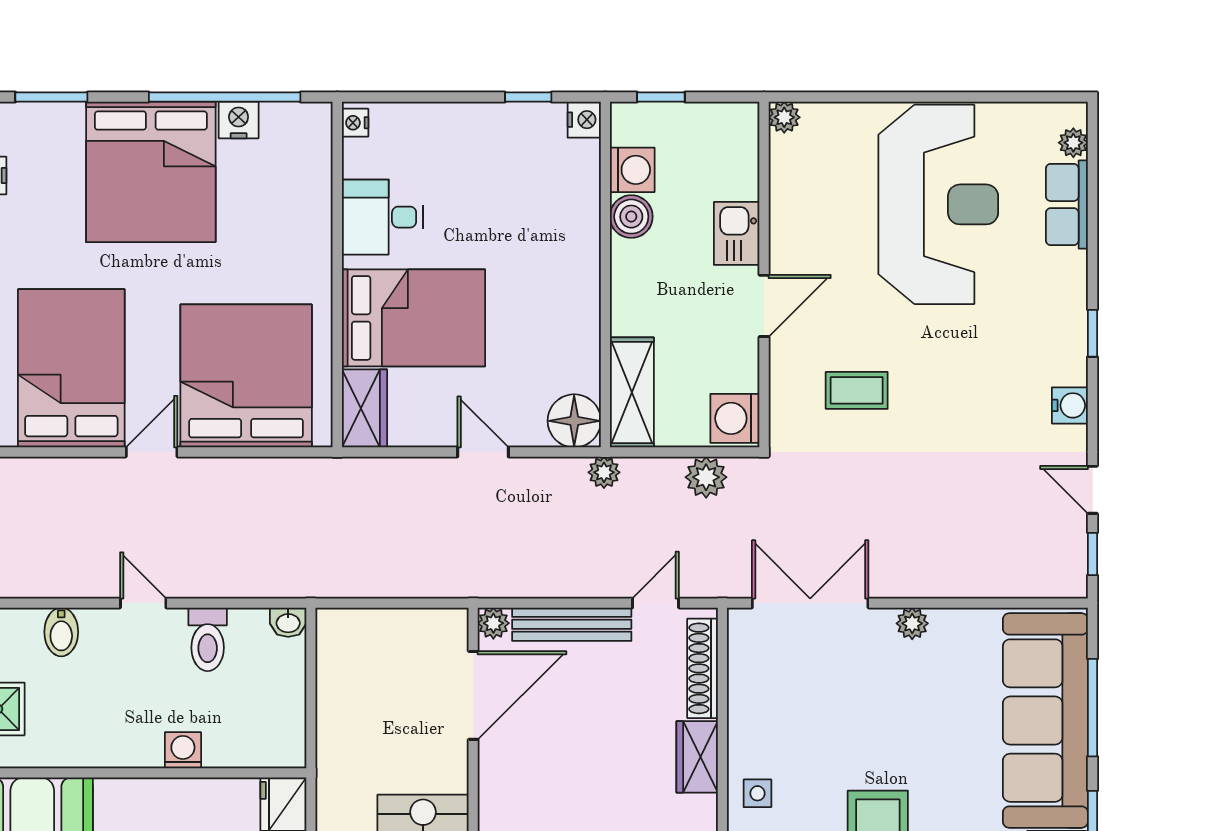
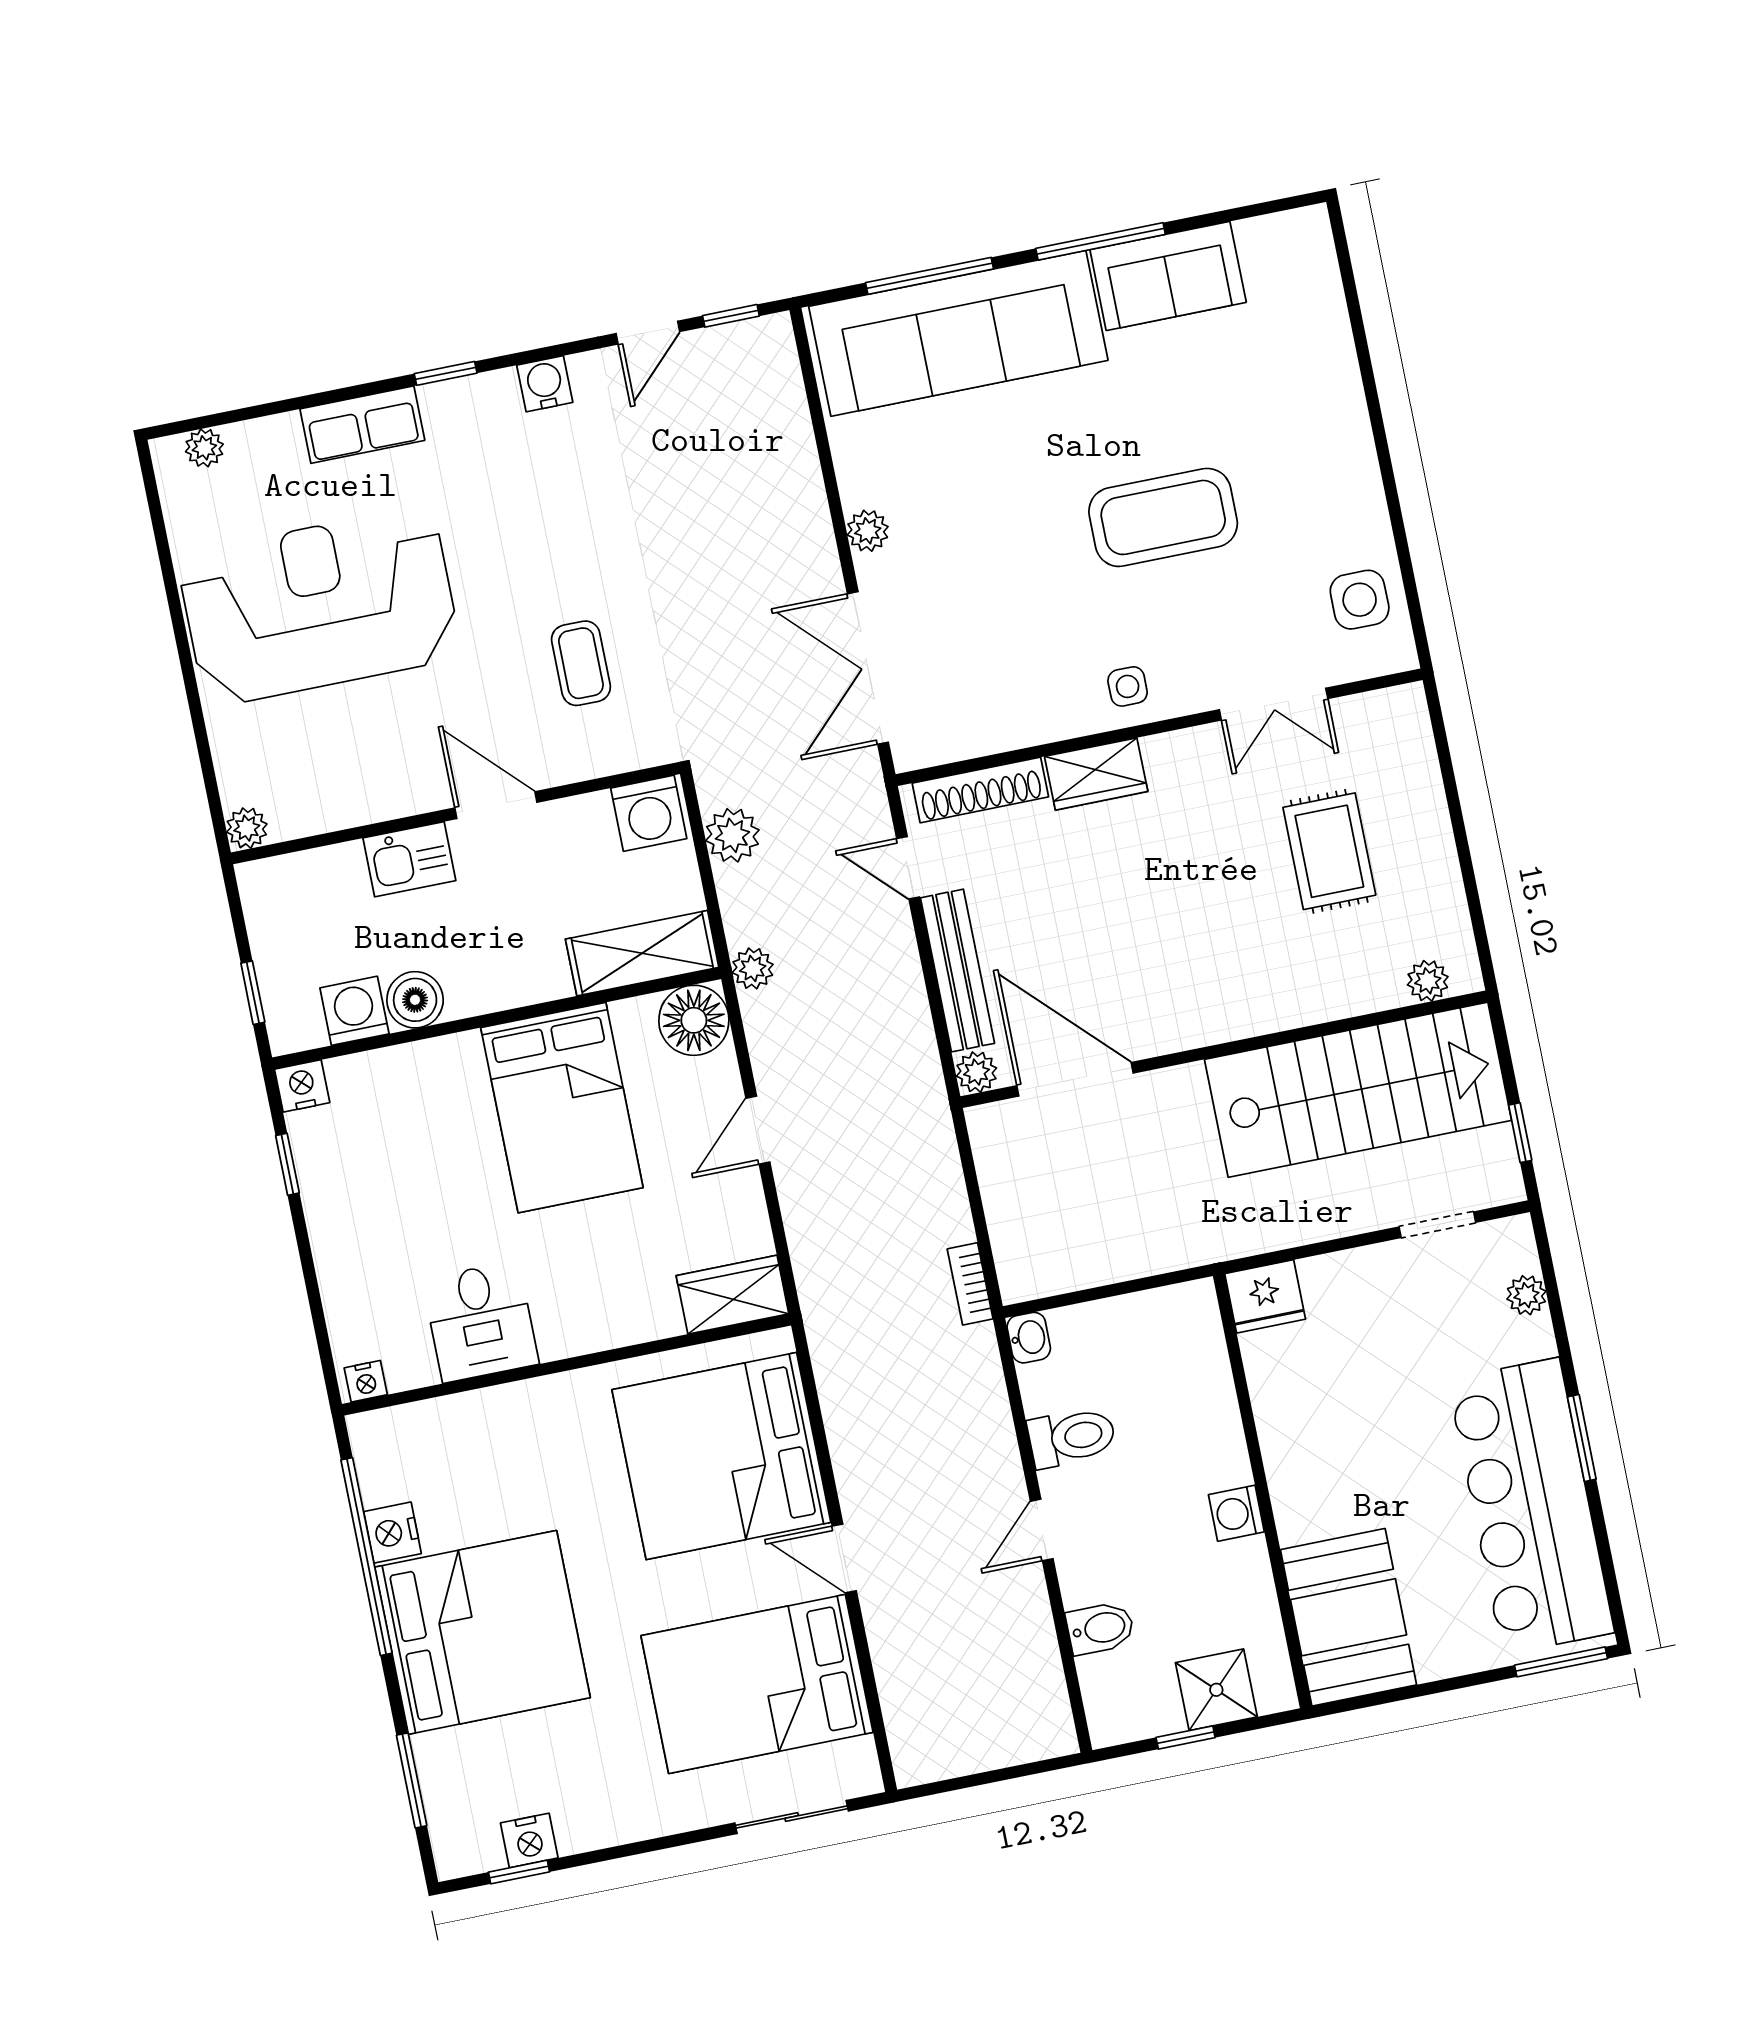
row of seats: (1067, 205) -> (362, 425), moved
bed: (414, 318) -> (562, 1108), moved, turned 180
bookcase: (337, 587) -> (970, 1284), added
washing machine: (183, 750) -> (1236, 1513), moved

